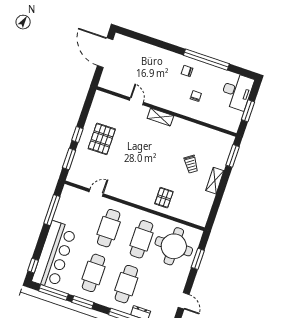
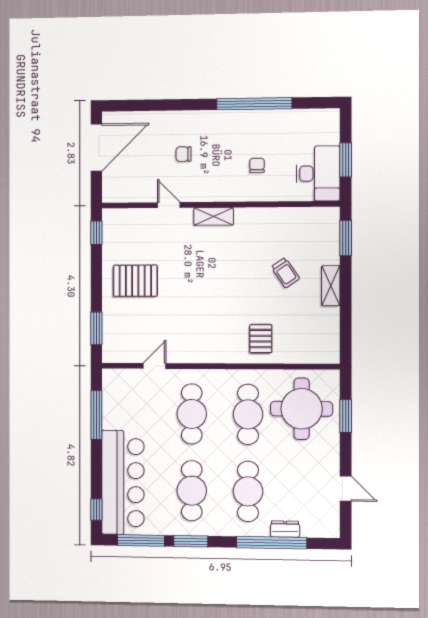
door: (105, 53) -> (96, 147), swing flipped
chair: (187, 71) -> (184, 154), moved
desk: (237, 91) -> (318, 174), moved
window: (77, 135) -> (96, 233), moved
pallet: (102, 139) -> (135, 281), turned 90

